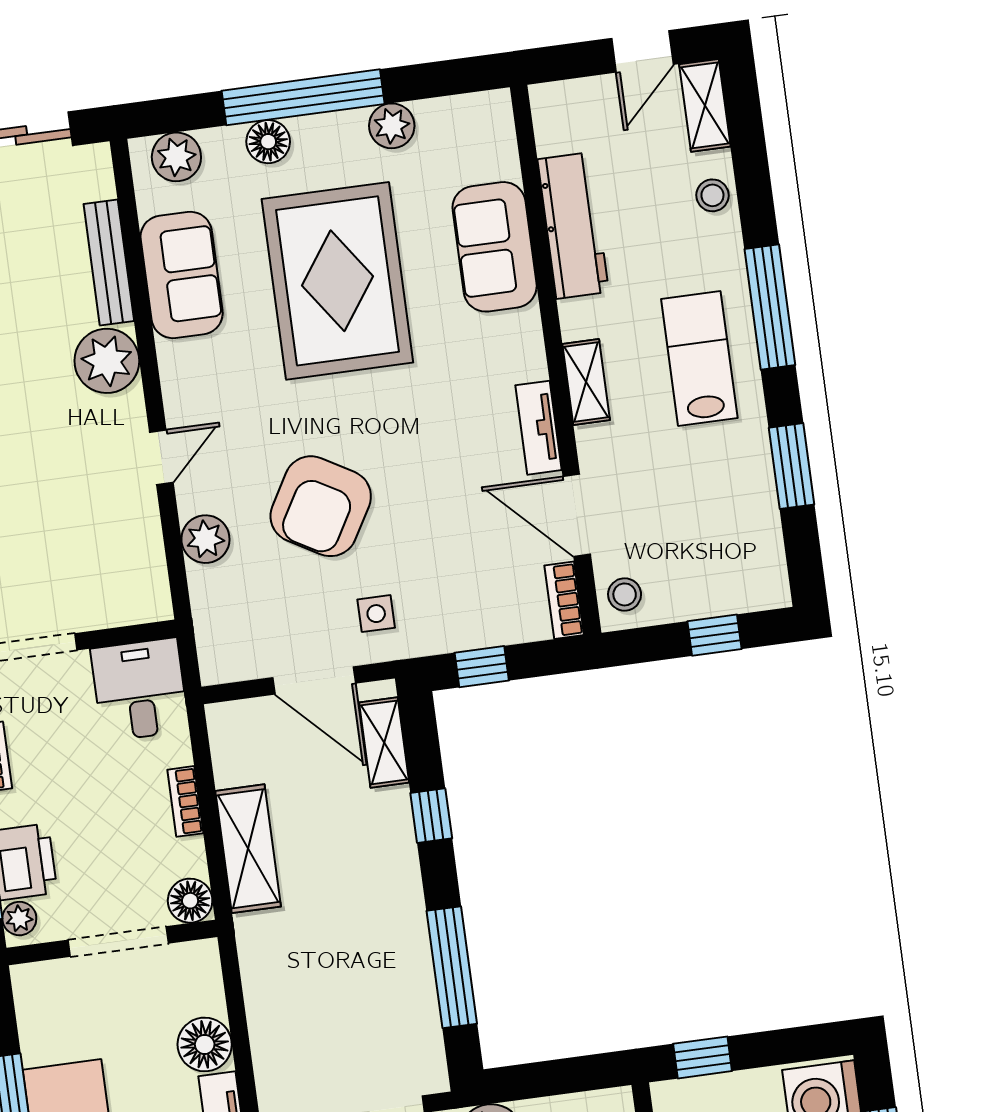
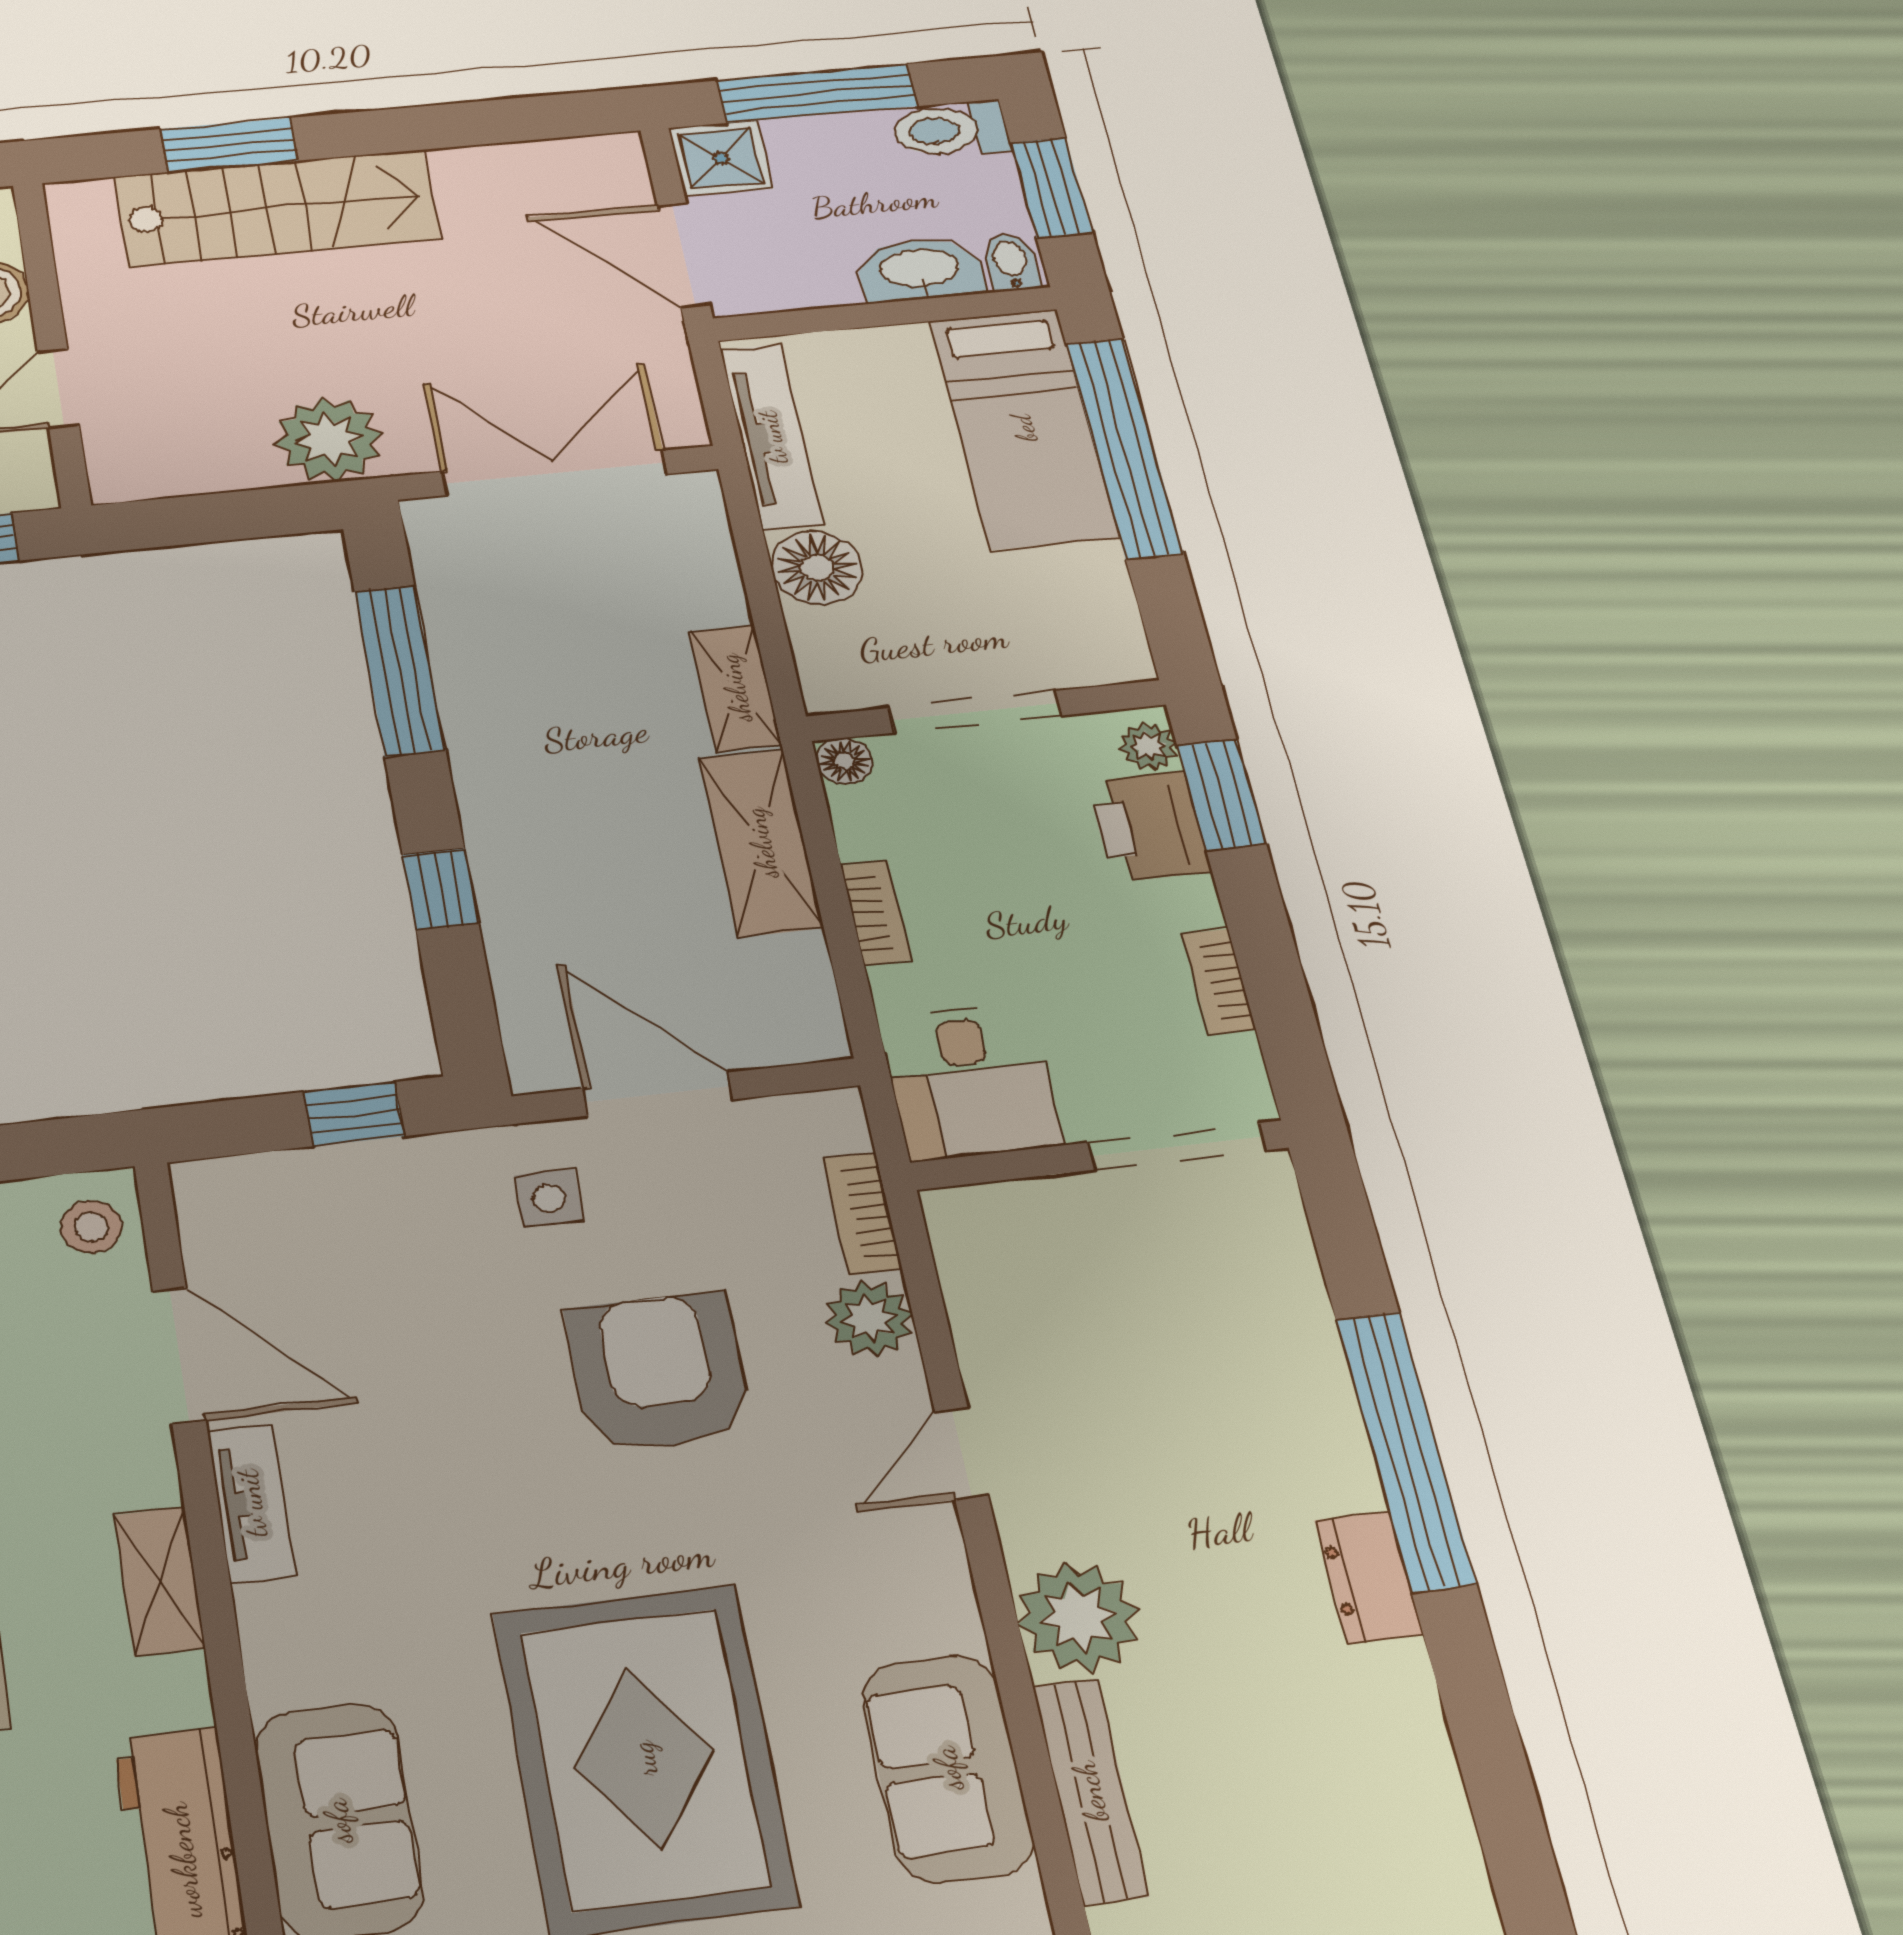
armchair: (321, 506) -> (659, 1372), turned -30
bookcase: (564, 600) -> (862, 1214), moved, turned 180
shelving: (384, 742) -> (735, 688), moved
floor lamp: (190, 901) -> (844, 761), width x0.73, depth x0.73

